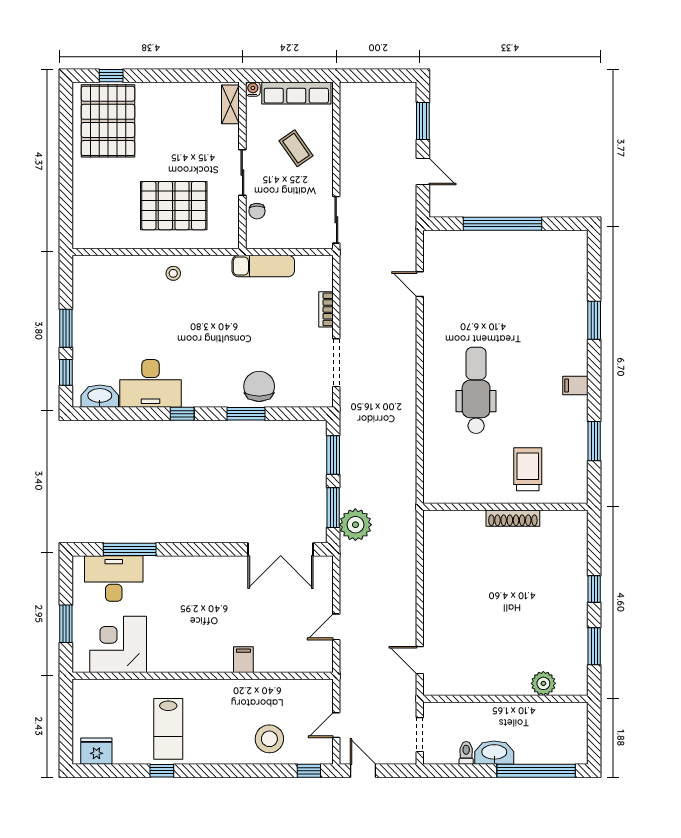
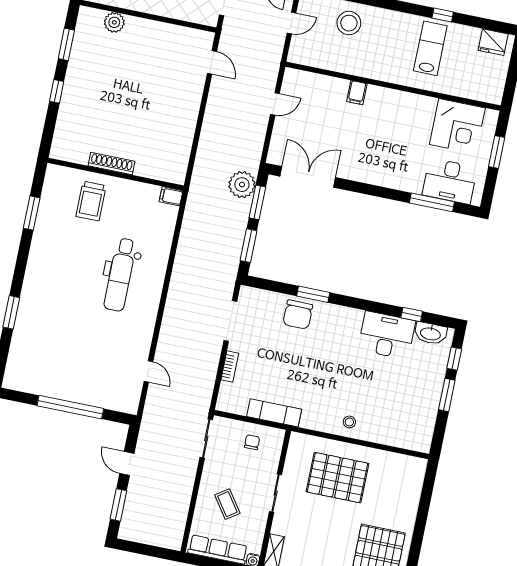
chair: (257, 211) -> (252, 442), moved
filing cabinet: (575, 385) -> (171, 196), moved, turned 180
window: (182, 414) -> (412, 314), moved

